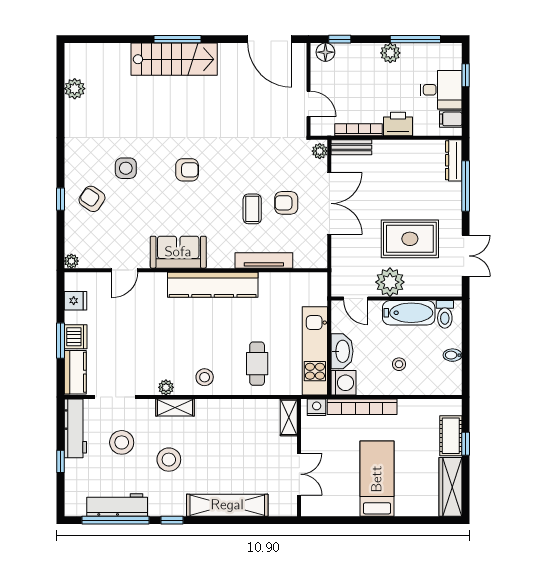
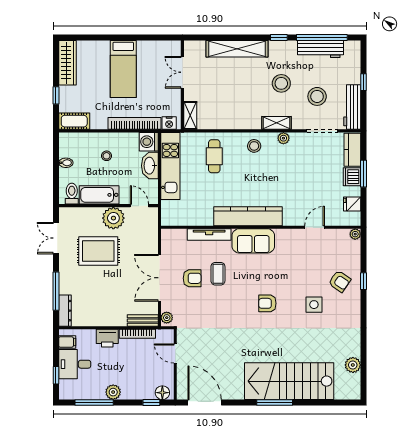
stairs: (174, 59) -> (289, 381), width x1.36, depth x1.51
sofa: (178, 252) -> (253, 241), moved
cot: (451, 436) -> (74, 121), moved, turned 90

